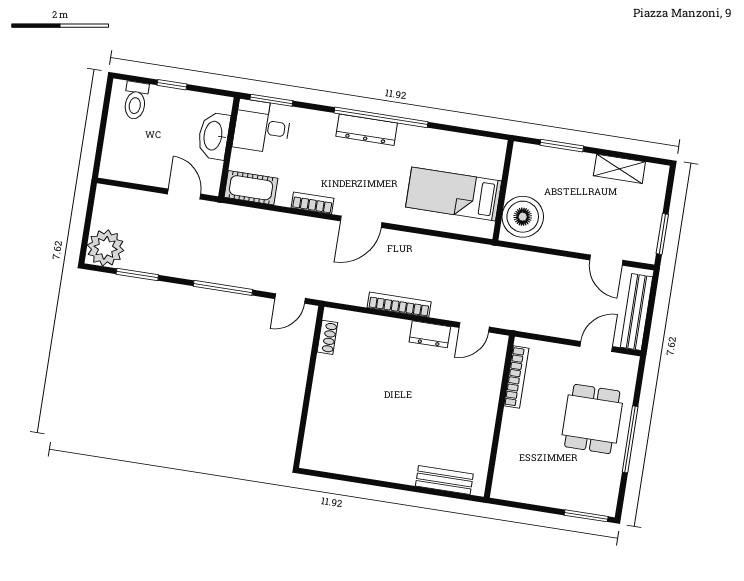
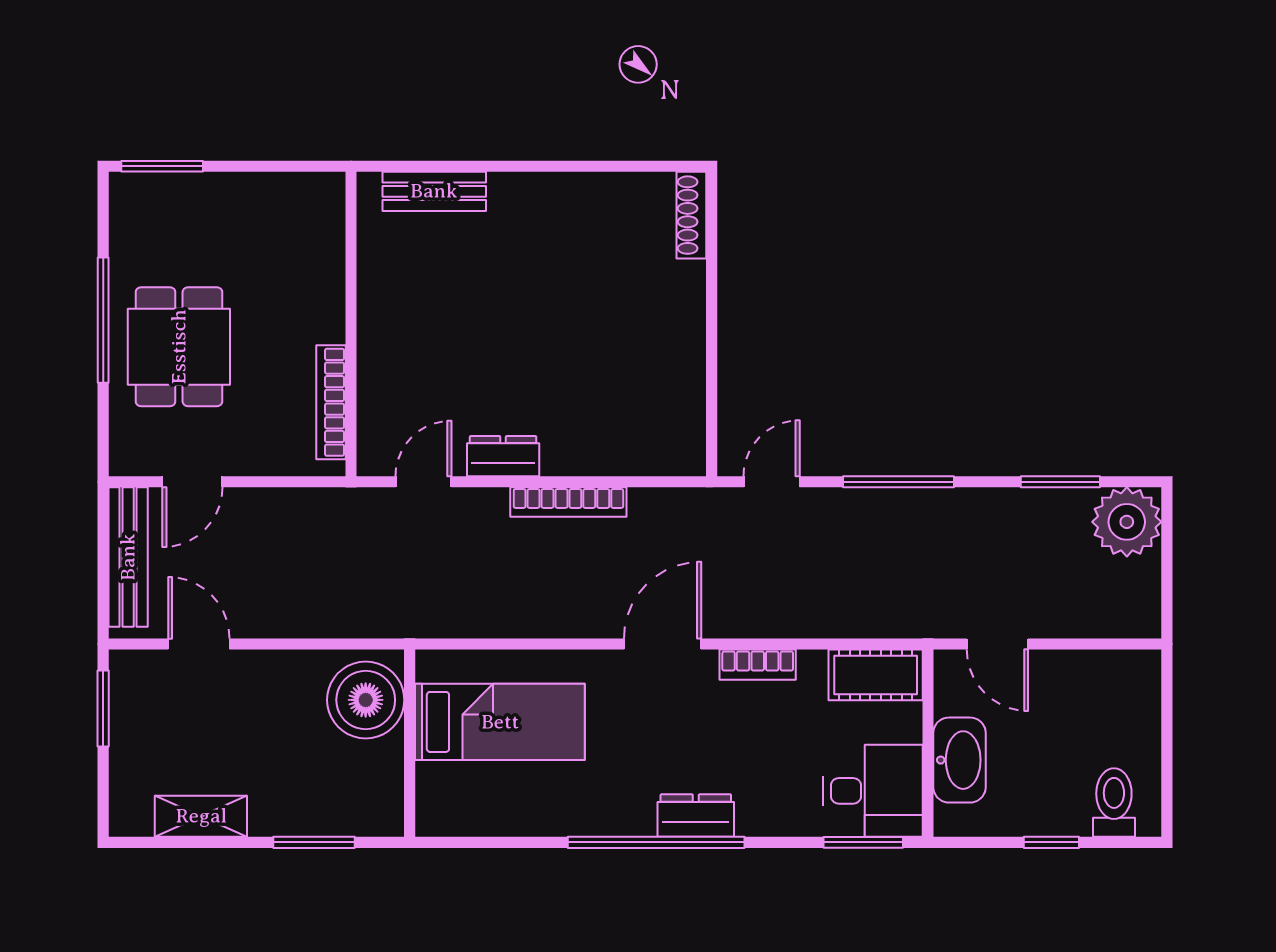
dresser: (367, 130) -> (696, 816), width x0.70
shoe rack: (327, 337) -> (691, 215), moved, width x1.43

